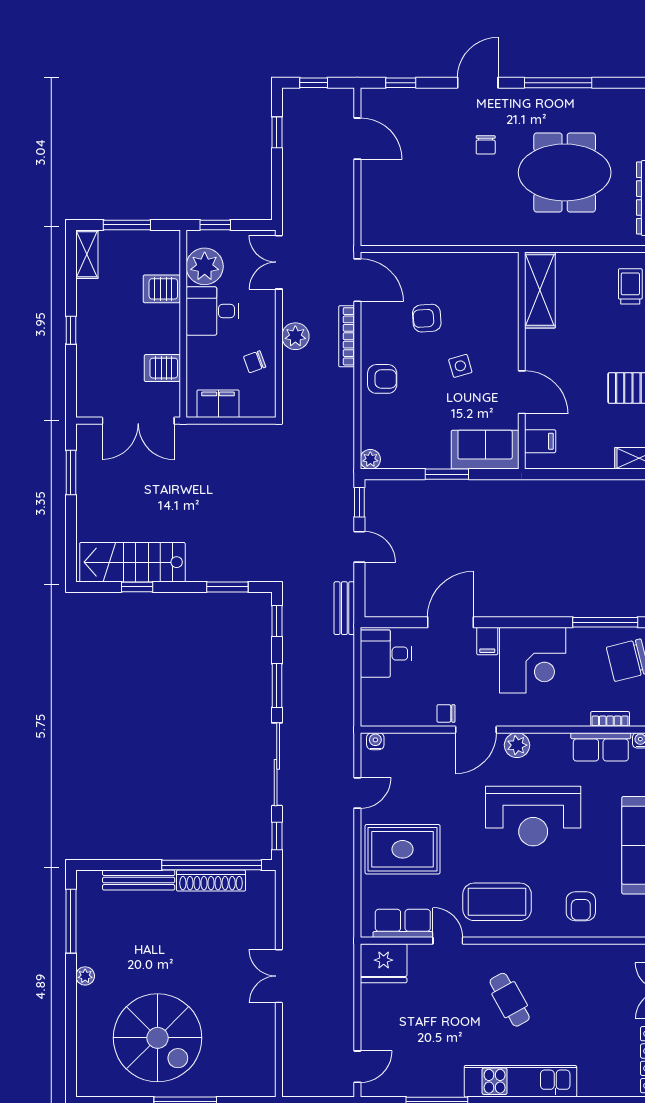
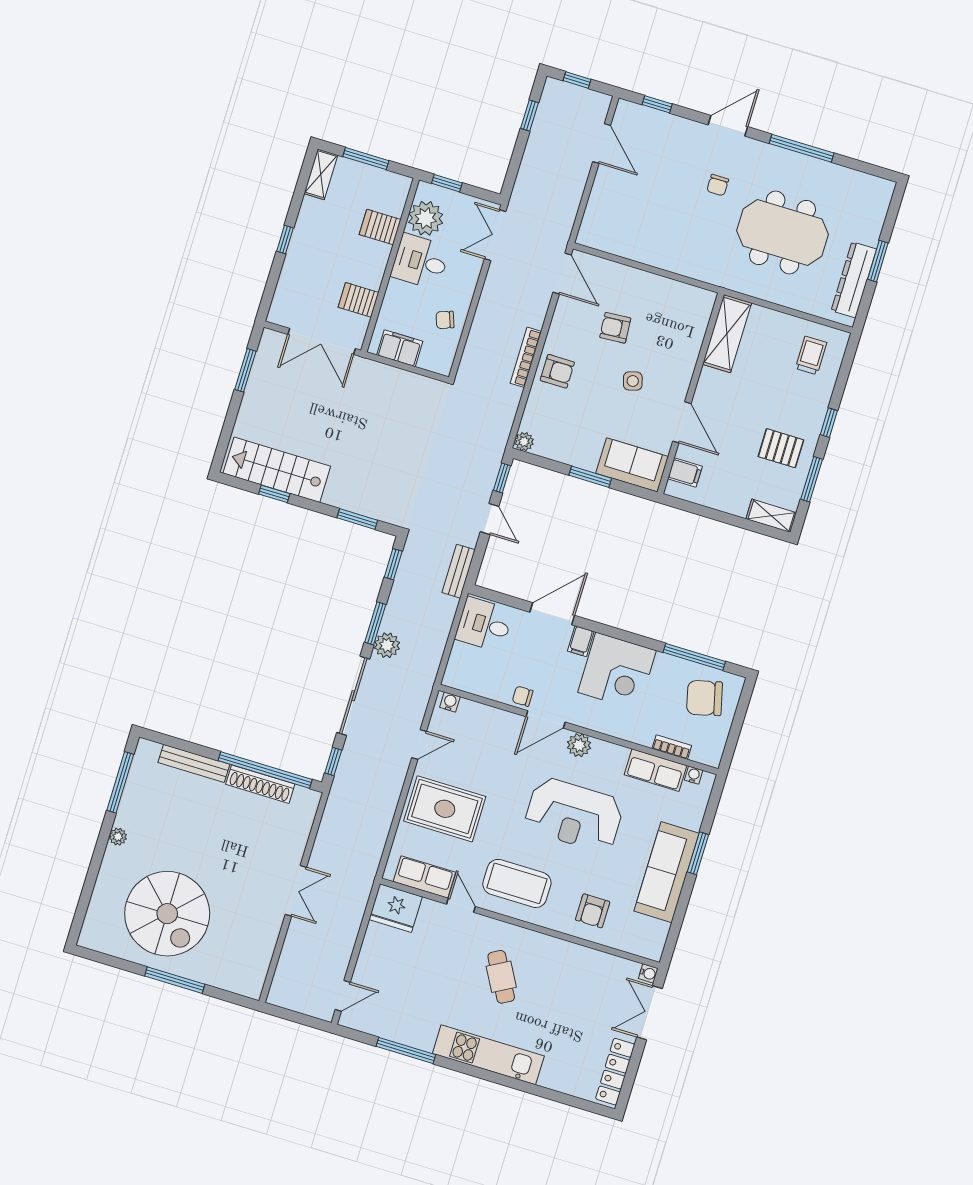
plant: (295, 336) -> (387, 645), moved
bookcase: (347, 336) -> (526, 357), moved
double door: (279, 976) -> (296, 891), swing flipped

